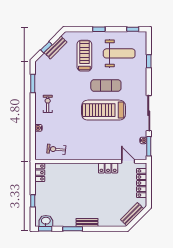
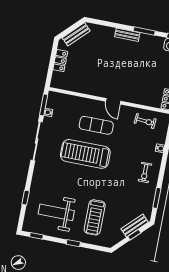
bench: (56, 47) -> (135, 226), moved
exercise mat: (106, 85) -> (96, 125), moved
treadmill: (104, 110) -> (85, 154), turned 180
door: (128, 161) -> (113, 101), moved
locker: (108, 168) -> (93, 90), removed
locker: (142, 183) -> (60, 61), width x0.66

